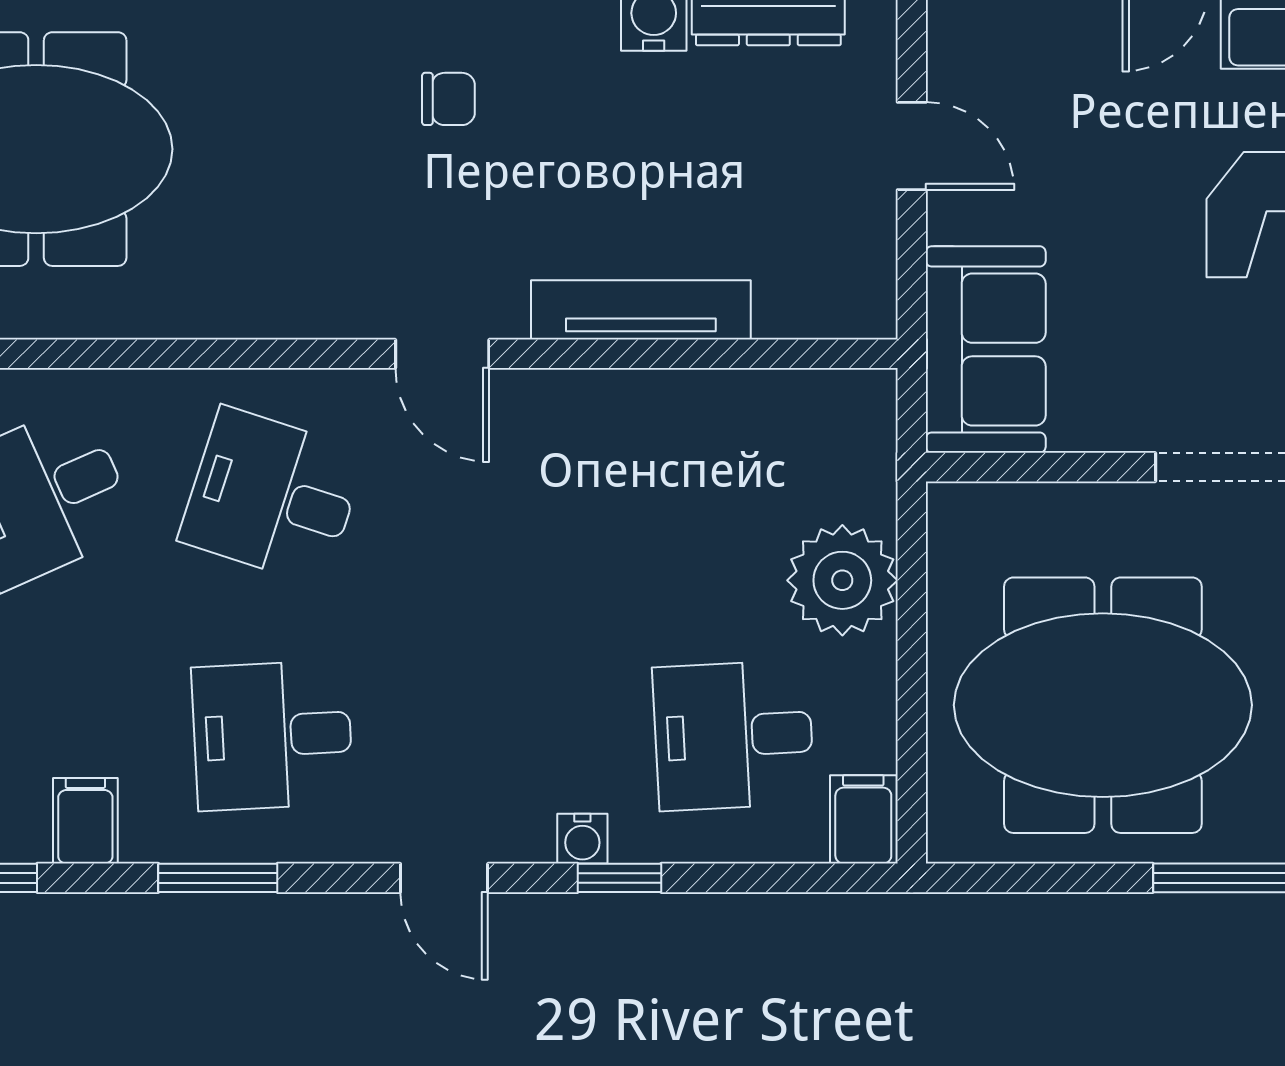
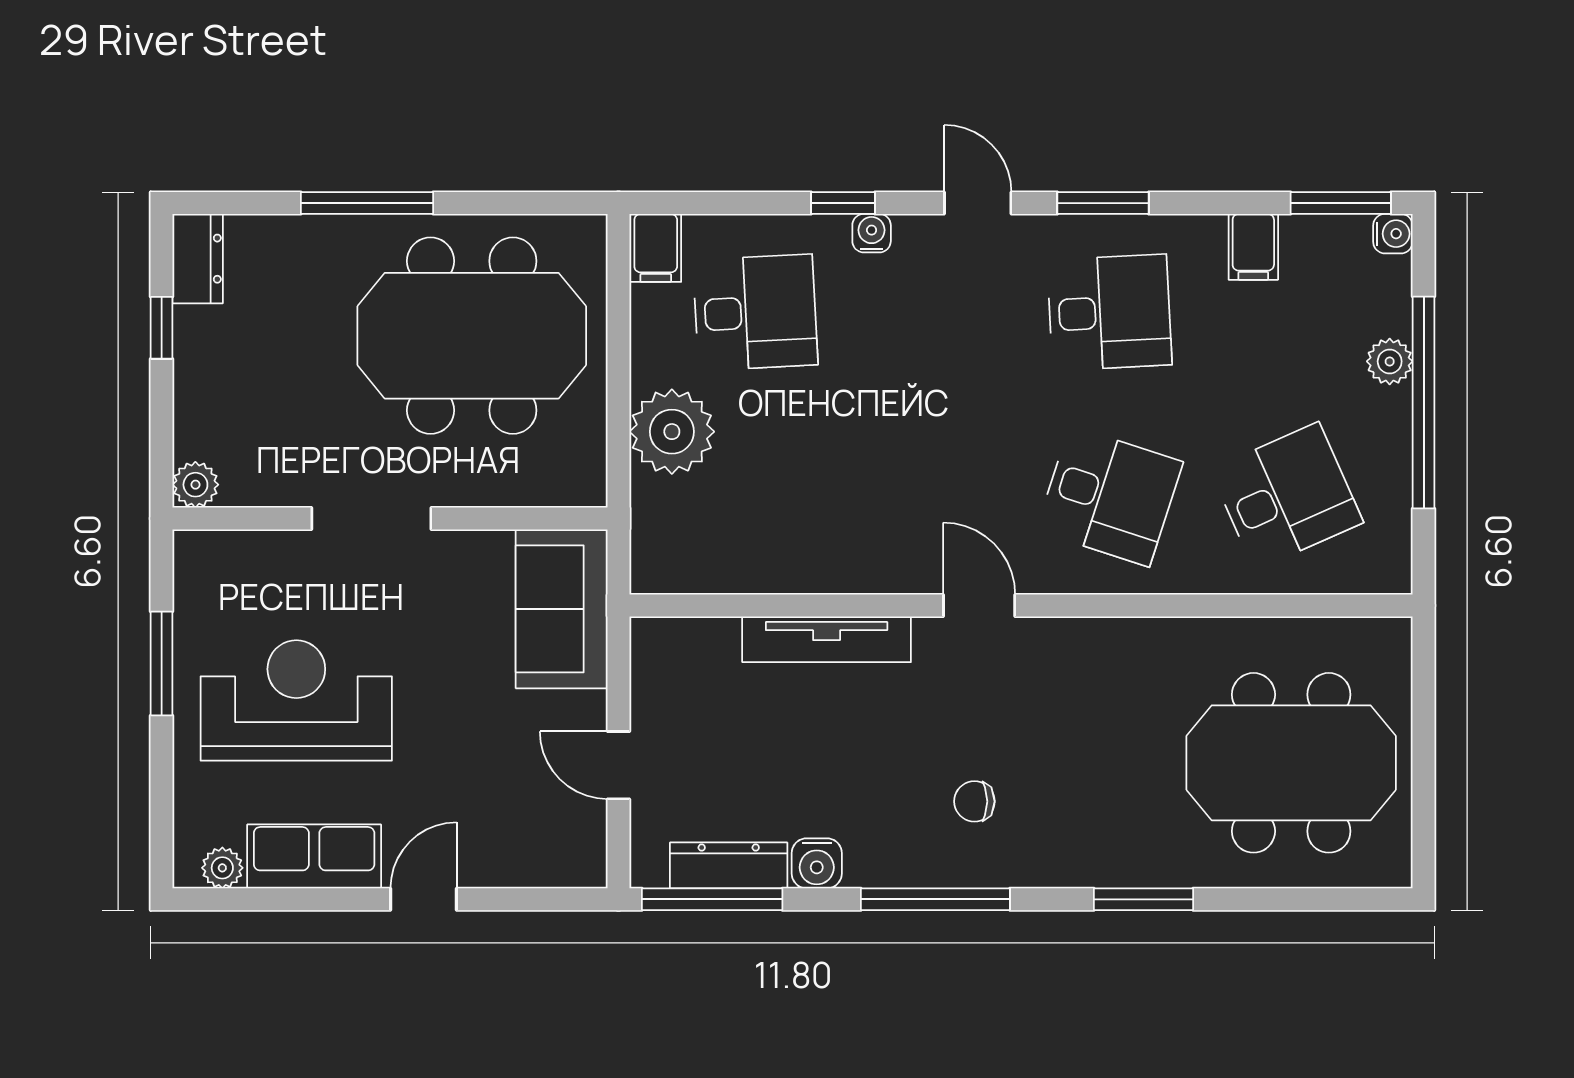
window: (218, 878) -> (1103, 203), moved

